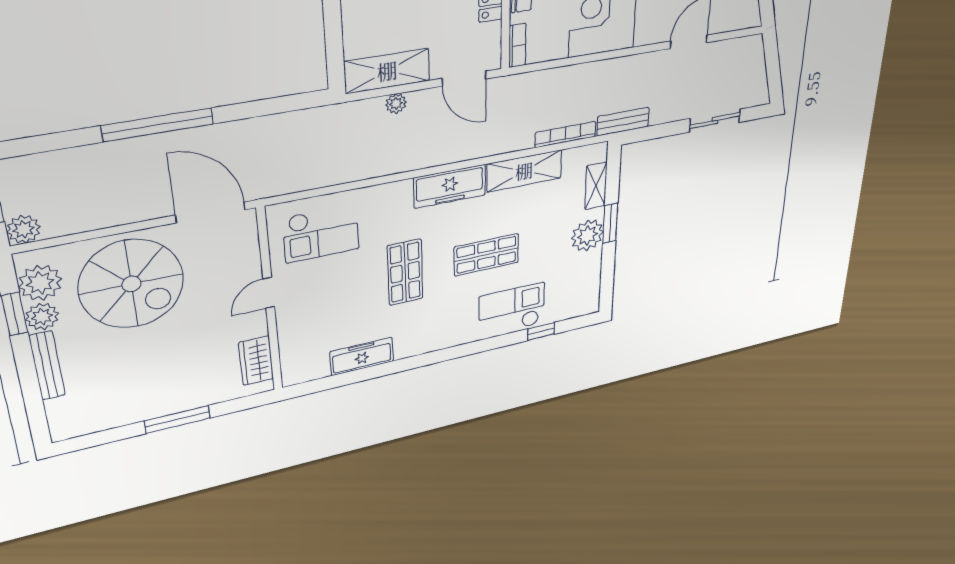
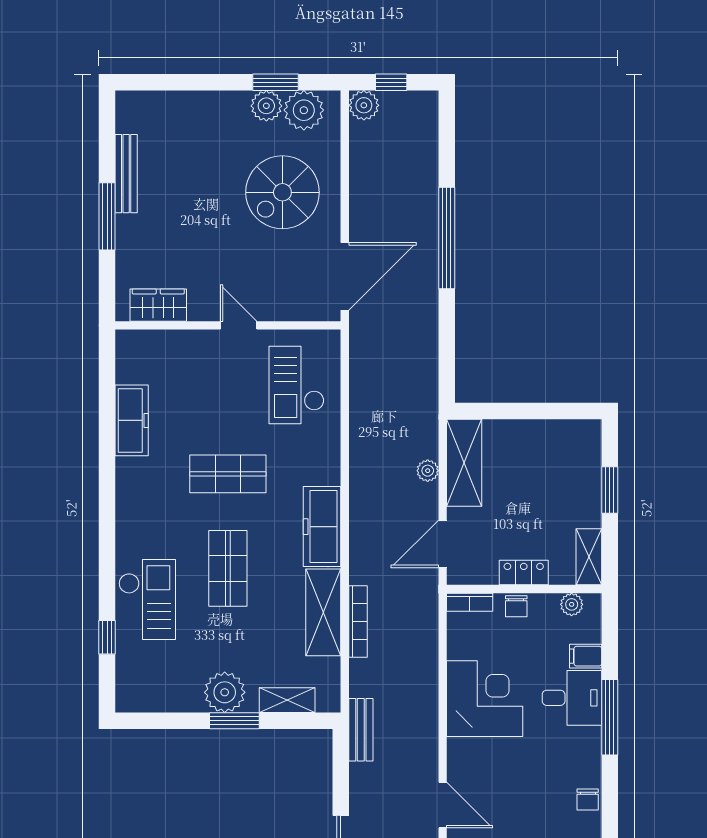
bookcase: (566, 134) -> (358, 621), moved
spiral stairs: (131, 284) -> (282, 192), width x0.73, depth x0.73
bench: (47, 366) -> (126, 174), moved, turned 90

